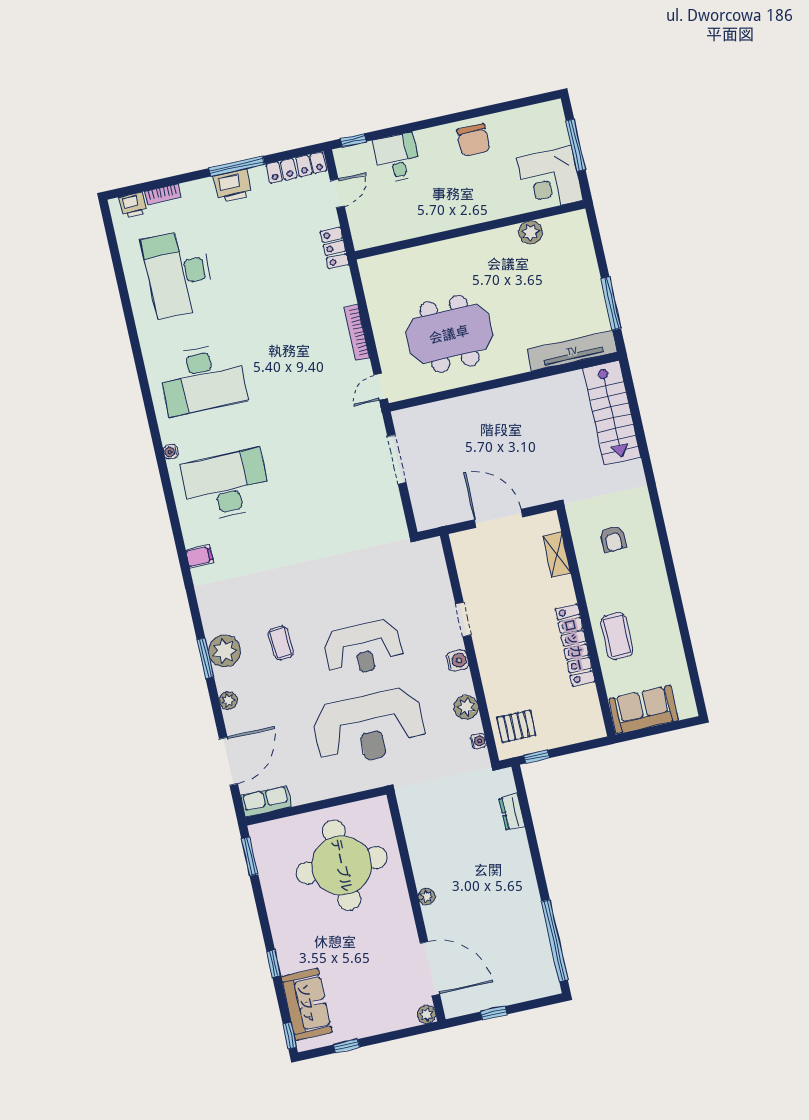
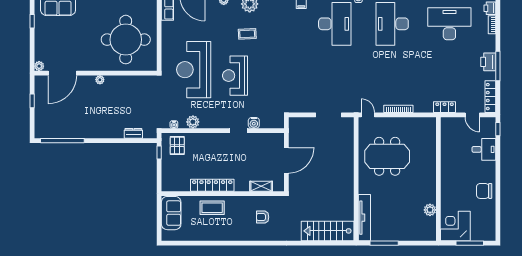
meeting table: (449, 334) -> (387, 156), turned 90
water cooler: (458, 661) -> (254, 123), moved

